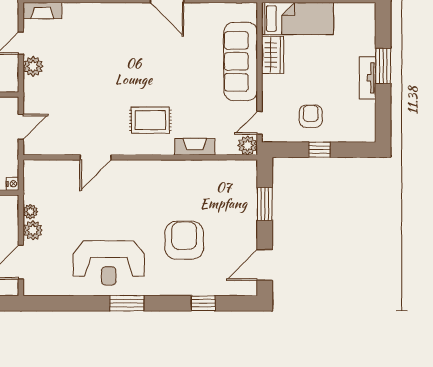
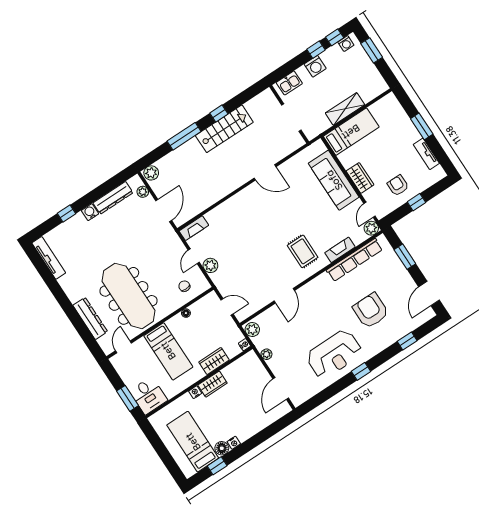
wardrobe: (273, 55) -> (360, 178), moved
tv unit: (368, 78) -> (426, 154), moved
rug: (150, 120) -> (303, 251), turned 90
door: (21, 127) -> (227, 307), hinge flipped
row of seats: (204, 169) -> (354, 260), added
plant: (33, 230) -> (252, 330), moved
window: (127, 303) -> (361, 371), width x0.67

